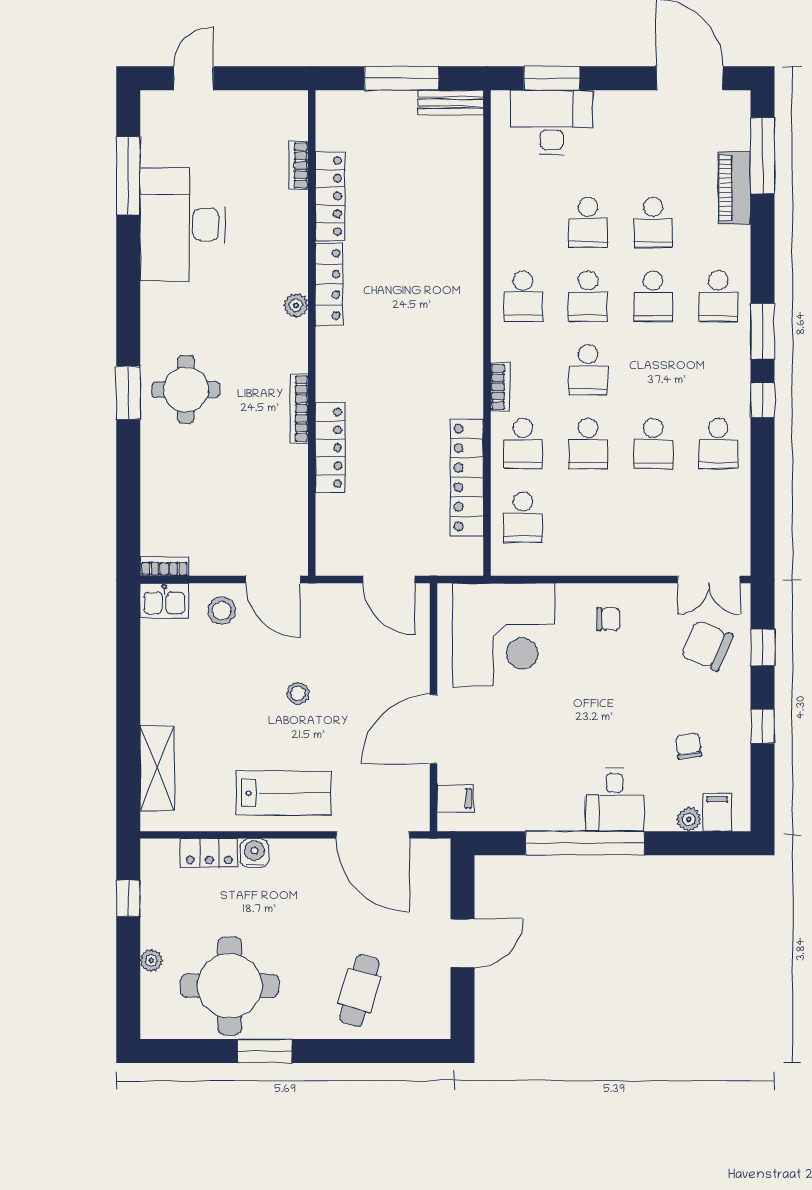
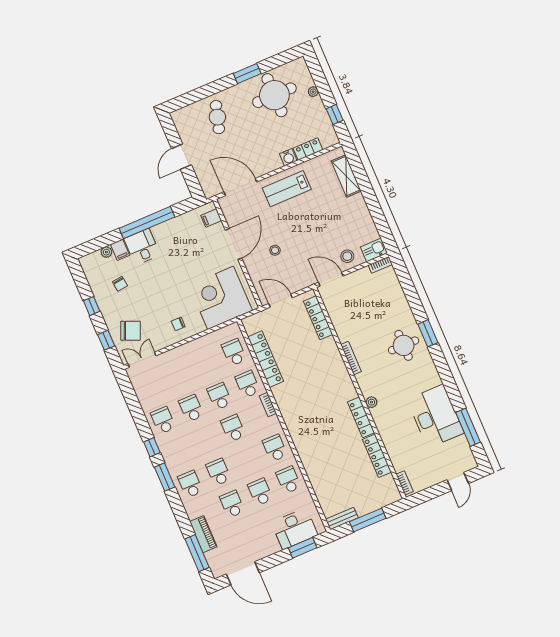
bookcase: (298, 165) -> (405, 483), moved
school desk: (588, 296) -> (288, 480), moved
locker: (330, 448) -> (318, 318), moved
stool: (298, 693) -> (275, 250), moved
filing cabinet: (717, 812) -> (120, 250), moved

